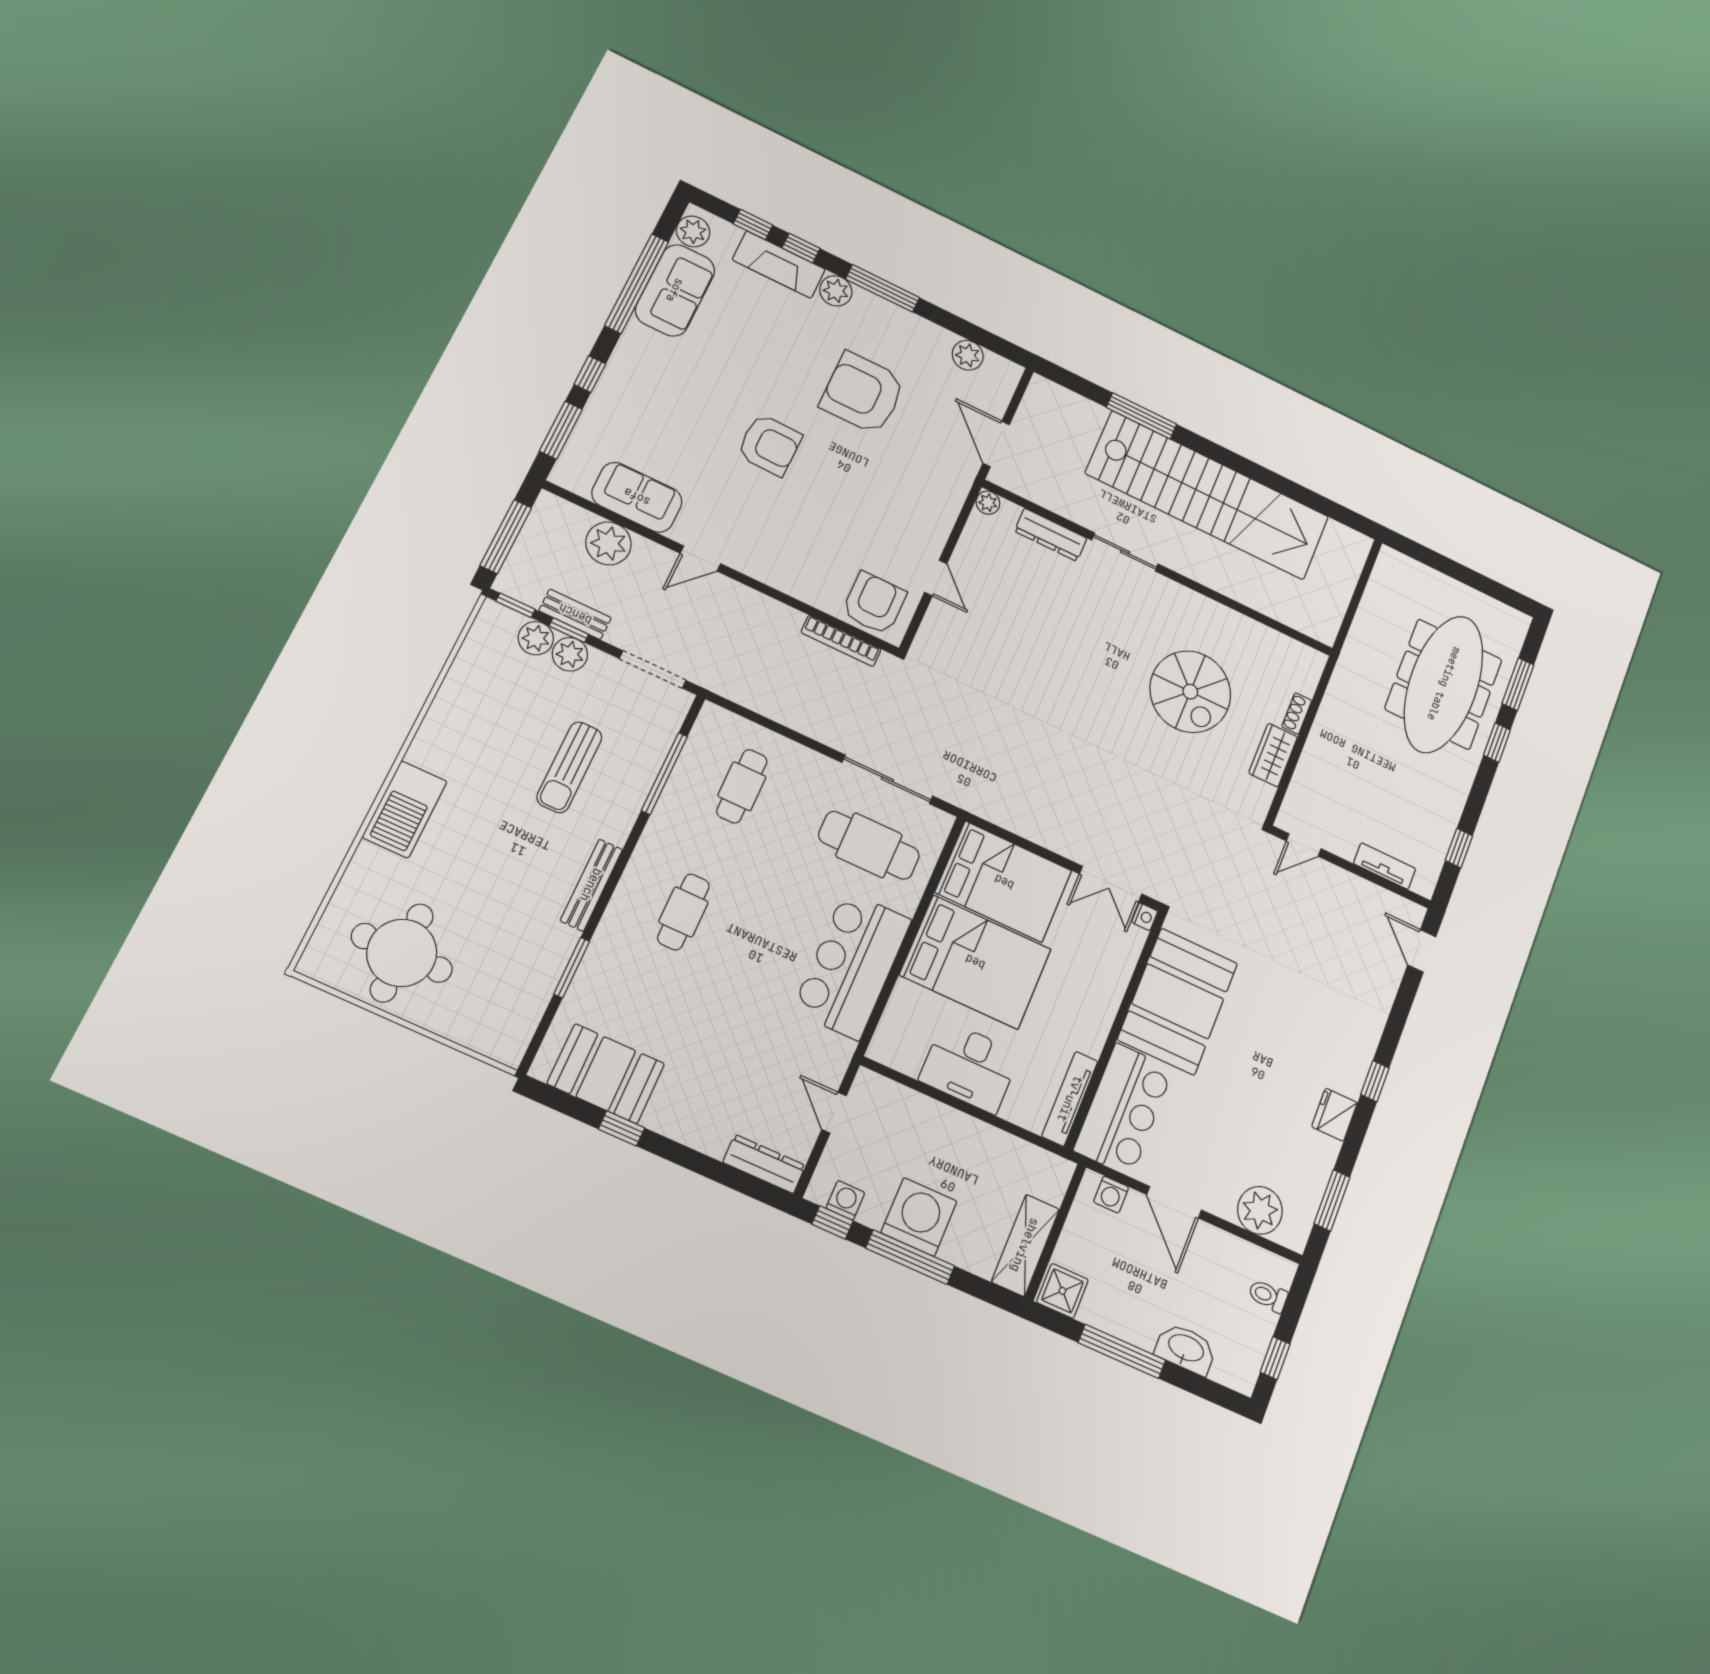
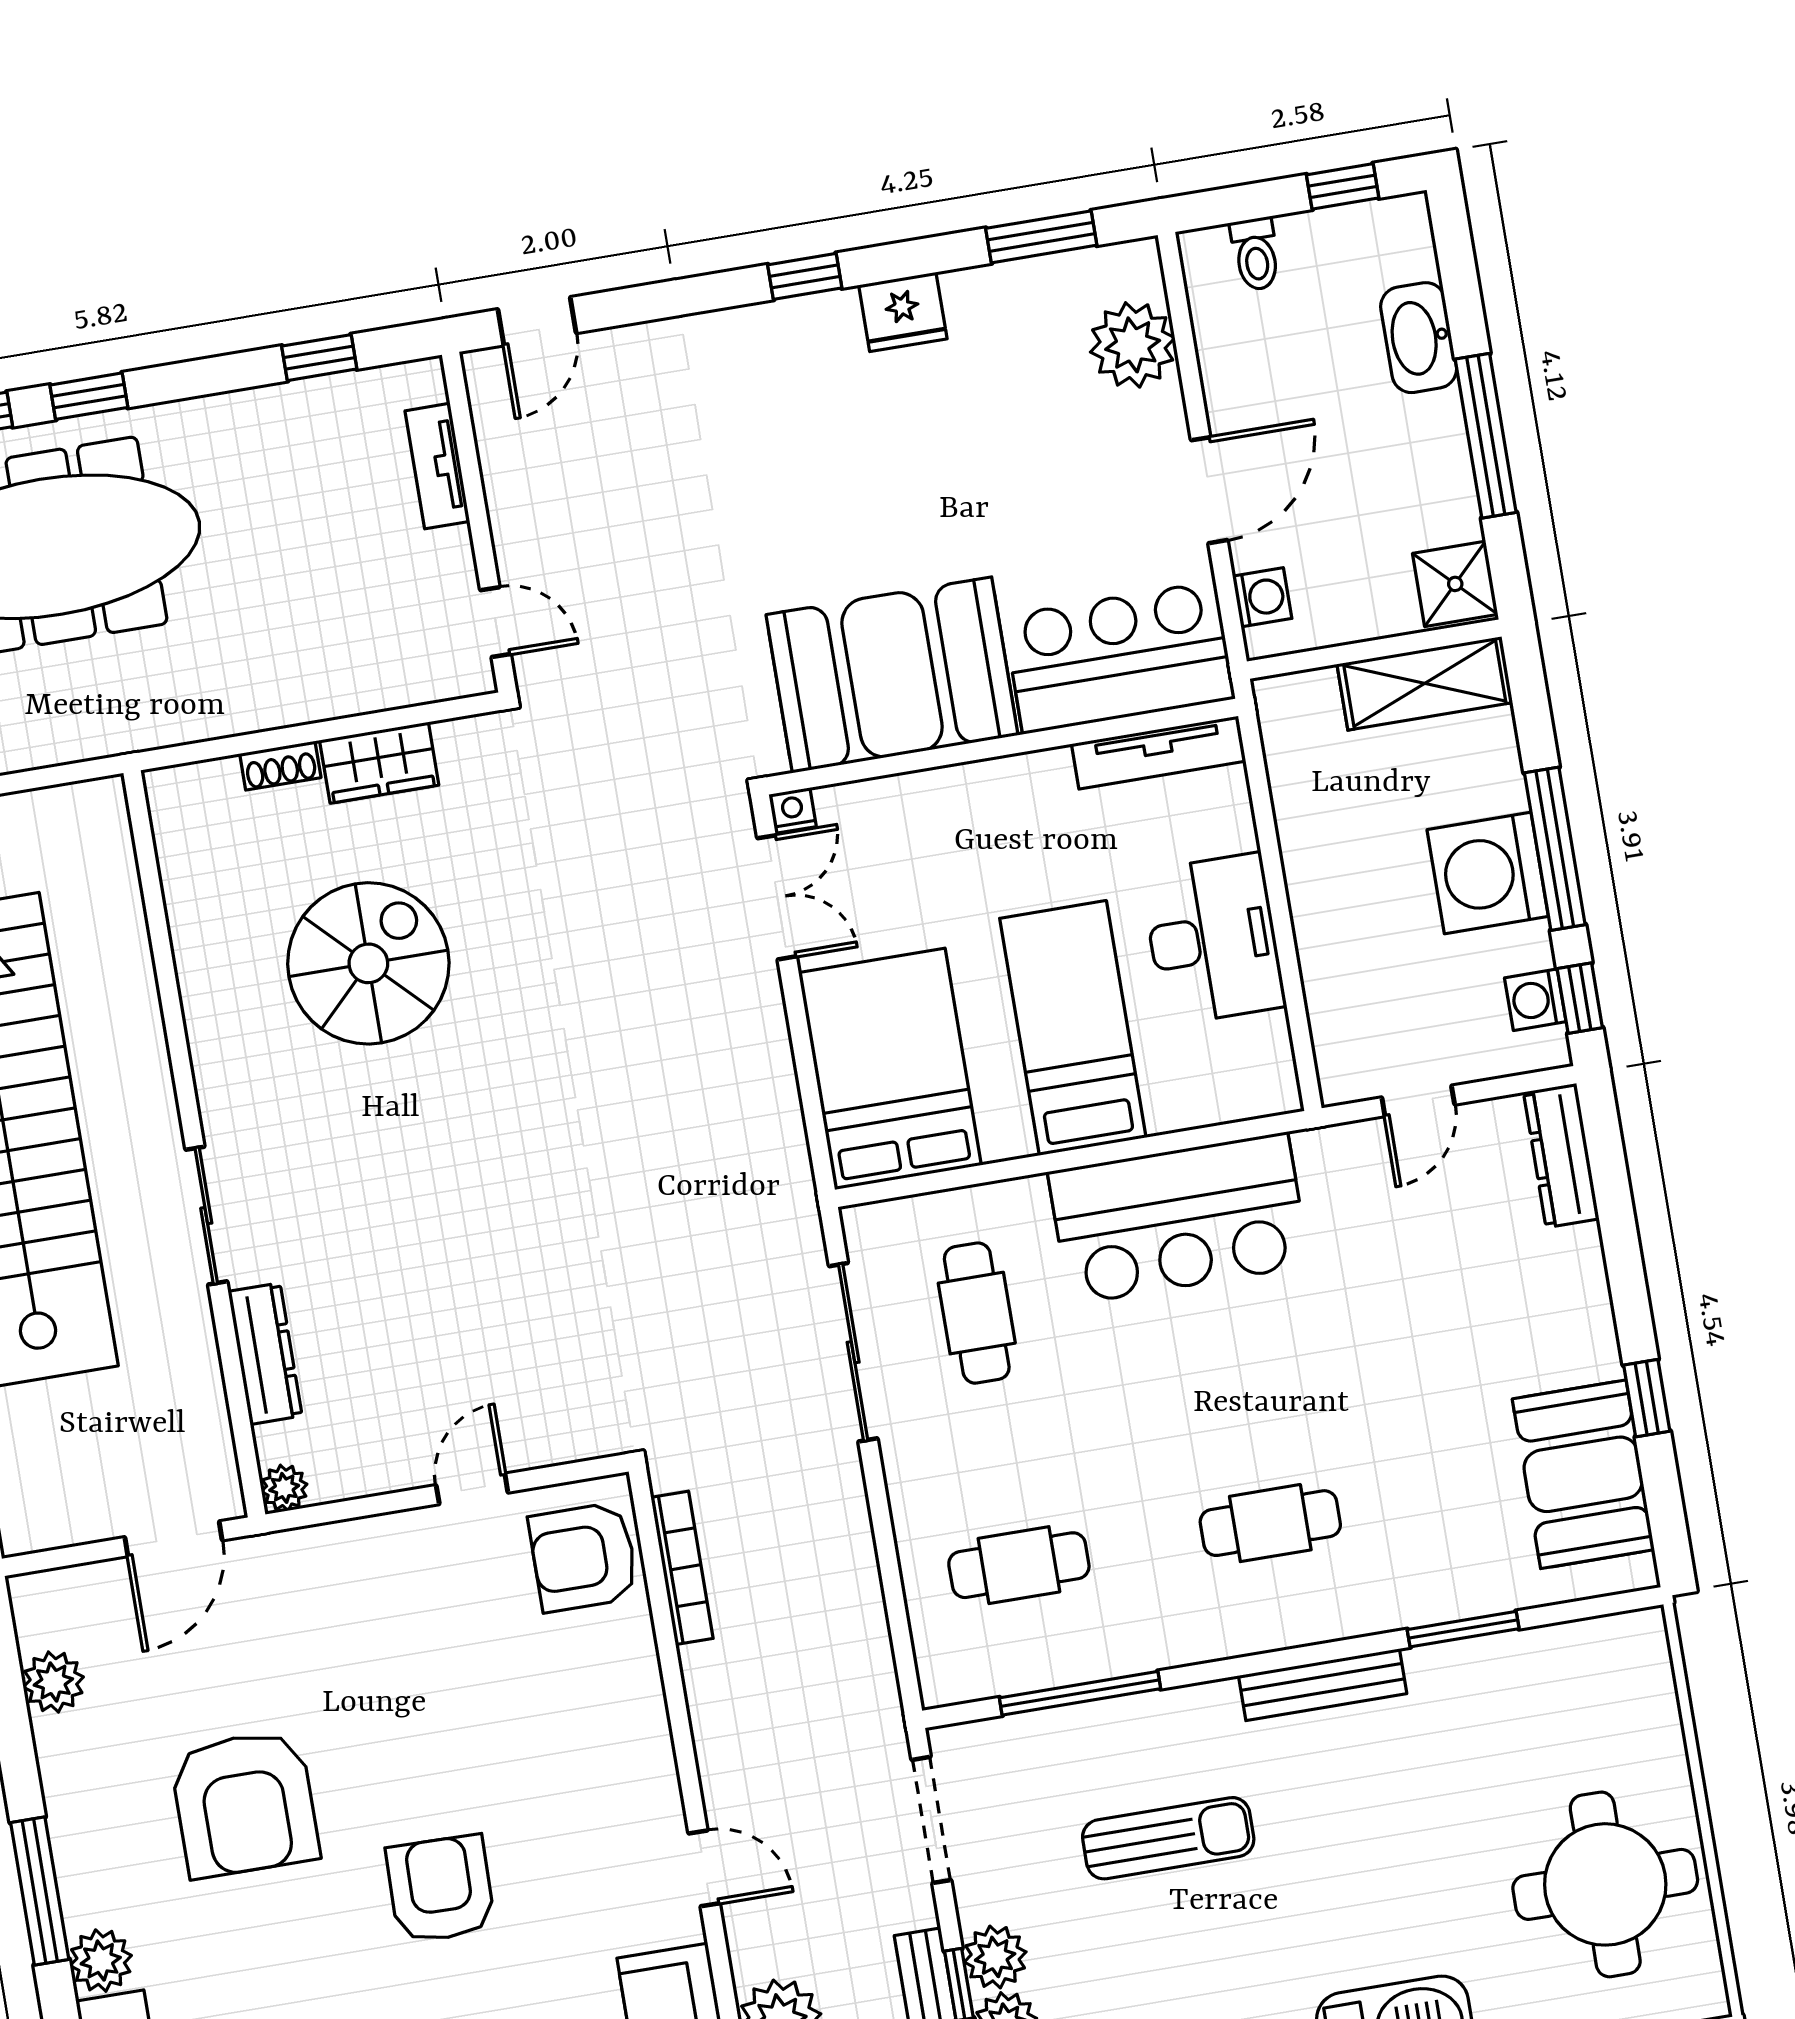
cafe table: (869, 845) -> (977, 1313), width x0.73, depth x0.74
bed: (975, 962) -> (1073, 1028), width x0.67

